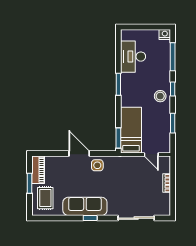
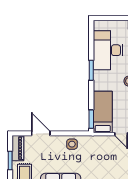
desk: (133, 57) -> (108, 50), width x1.36, depth x1.30
door: (79, 154) -> (41, 133), moved

